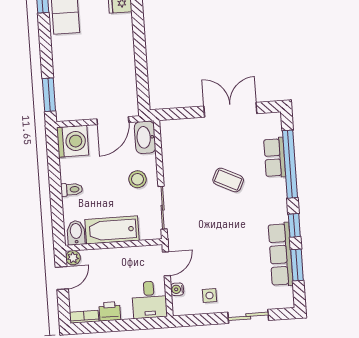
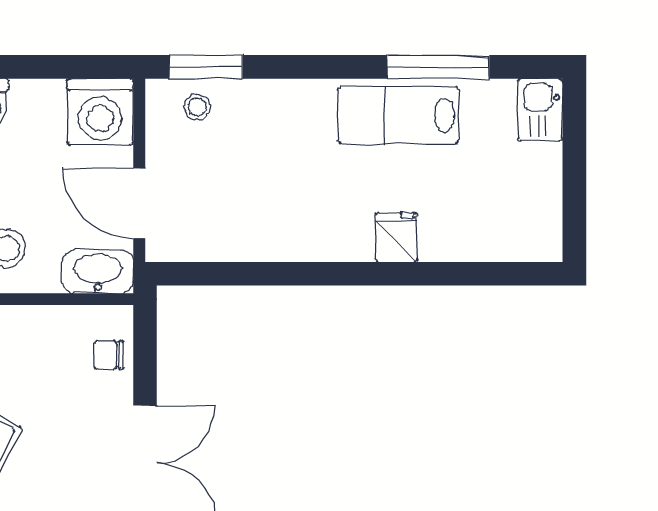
stool: (67, 97) -> (197, 107), added
chair: (182, 130) -> (109, 355), added

